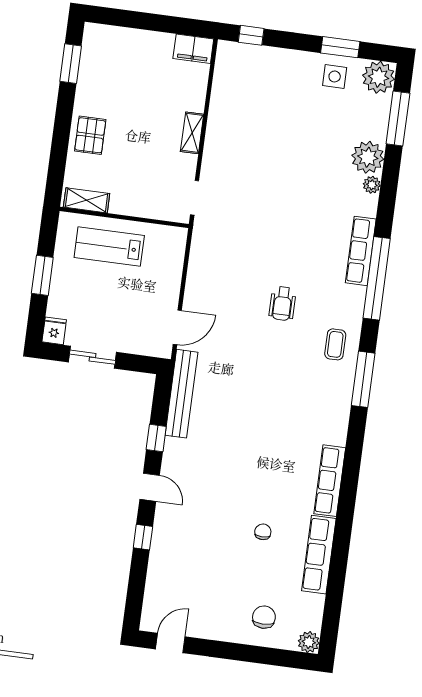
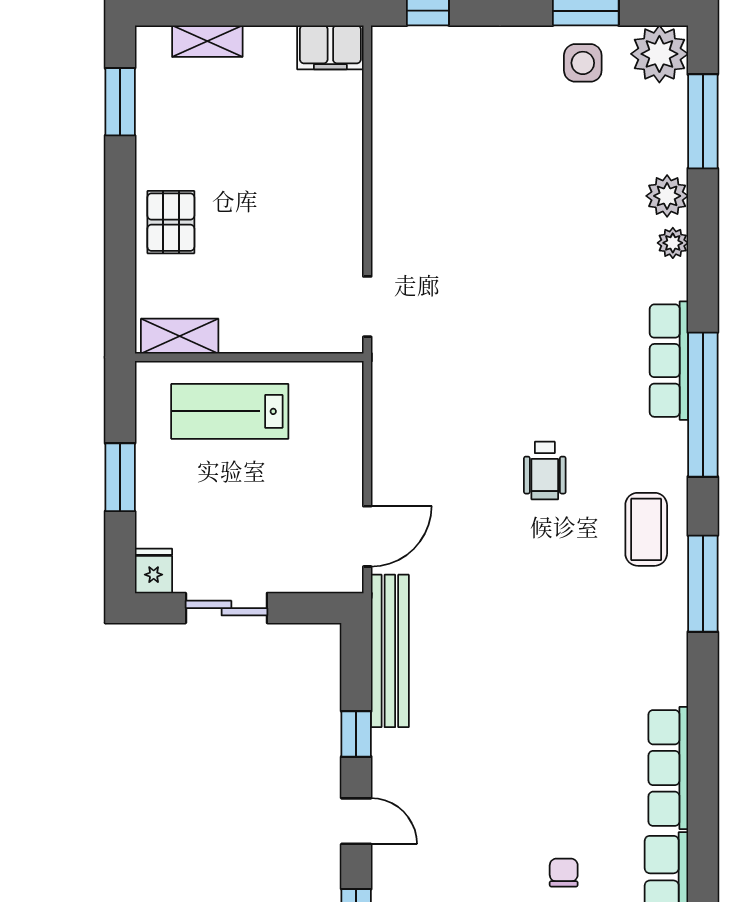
shelving: (192, 133) -> (207, 41), moved, turned 90
plant: (368, 157) -> (667, 196), width x0.73, depth x0.73
coffee table: (335, 344) -> (646, 529), width x1.36, depth x1.30

